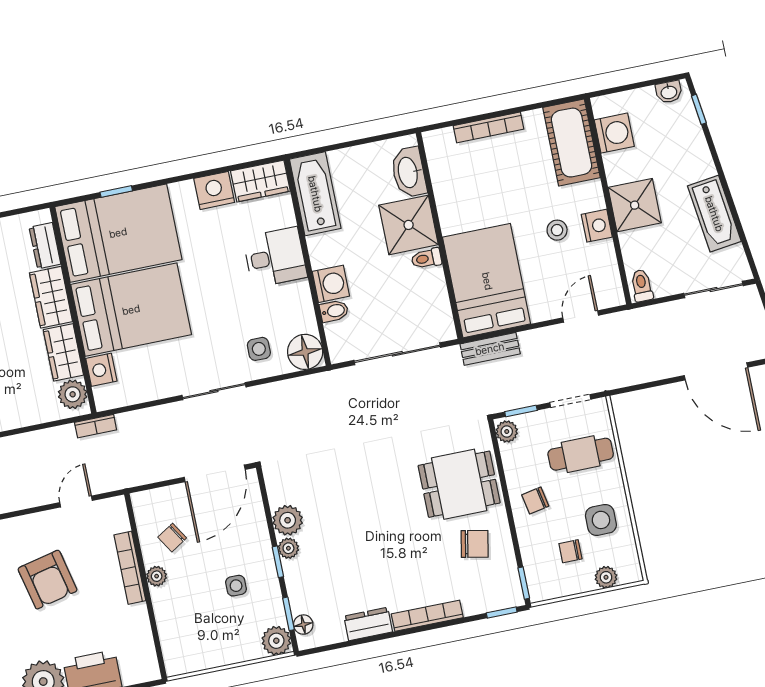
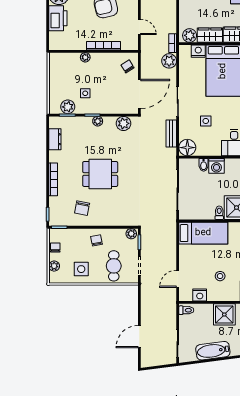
nightstand: (597, 226) -> (200, 295), moved
bed: (487, 281) -> (203, 233), width x0.67
door: (581, 317) -> (178, 279), swing flipped
side table: (259, 349) -> (206, 121), moved
bench: (490, 349) -> (171, 134), moved
door: (716, 371) -> (139, 337), width x0.73
plant: (134, 426) -> (169, 61), added
door: (215, 473) -> (139, 94), swing flipped
dining table: (459, 484) -> (100, 174), moved, turned 90
plant: (288, 520) -> (123, 123), moved
chair: (172, 538) -> (128, 66), moved
chair: (570, 551) -> (55, 248), moved
plant: (157, 576) -> (85, 57), moved
dresser: (368, 624) -> (55, 139), moved
floor lamp: (303, 625) -> (61, 121), removed
plant: (276, 641) -> (68, 107), moved

